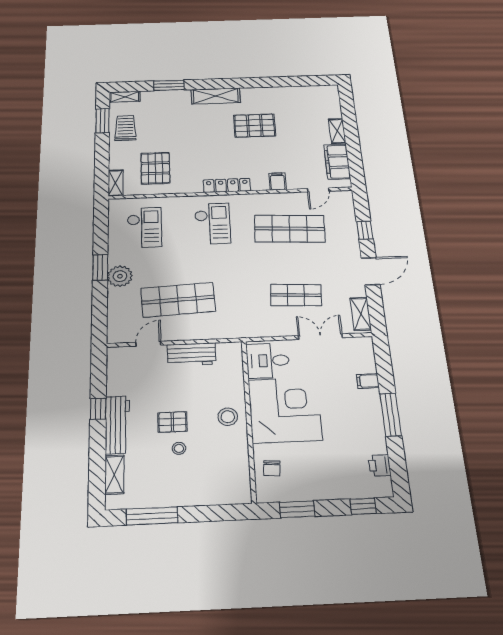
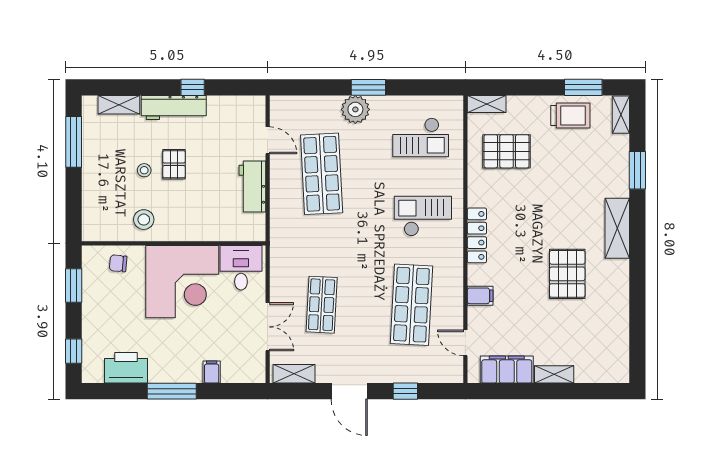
checkout: (212, 224) -> (423, 216), turned 180
stool: (228, 417) -> (144, 220), moved
printer: (380, 465) -> (126, 368), width x1.87, depth x1.48

